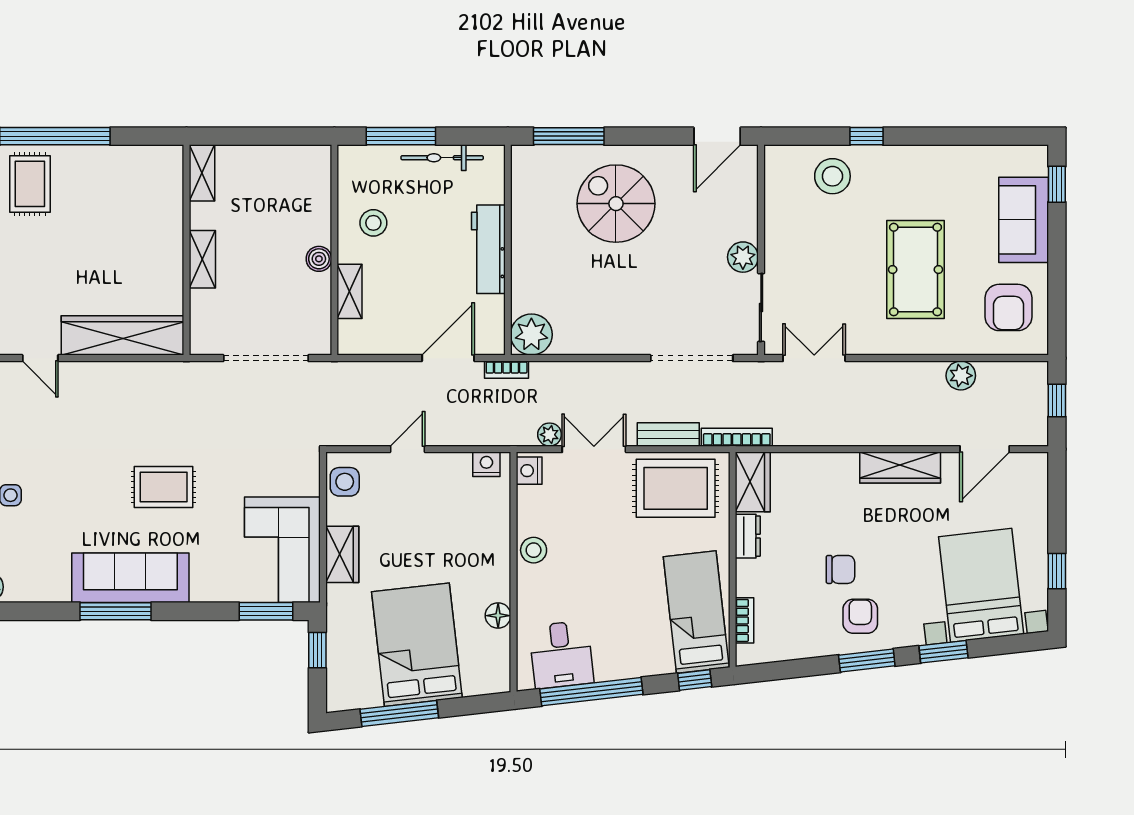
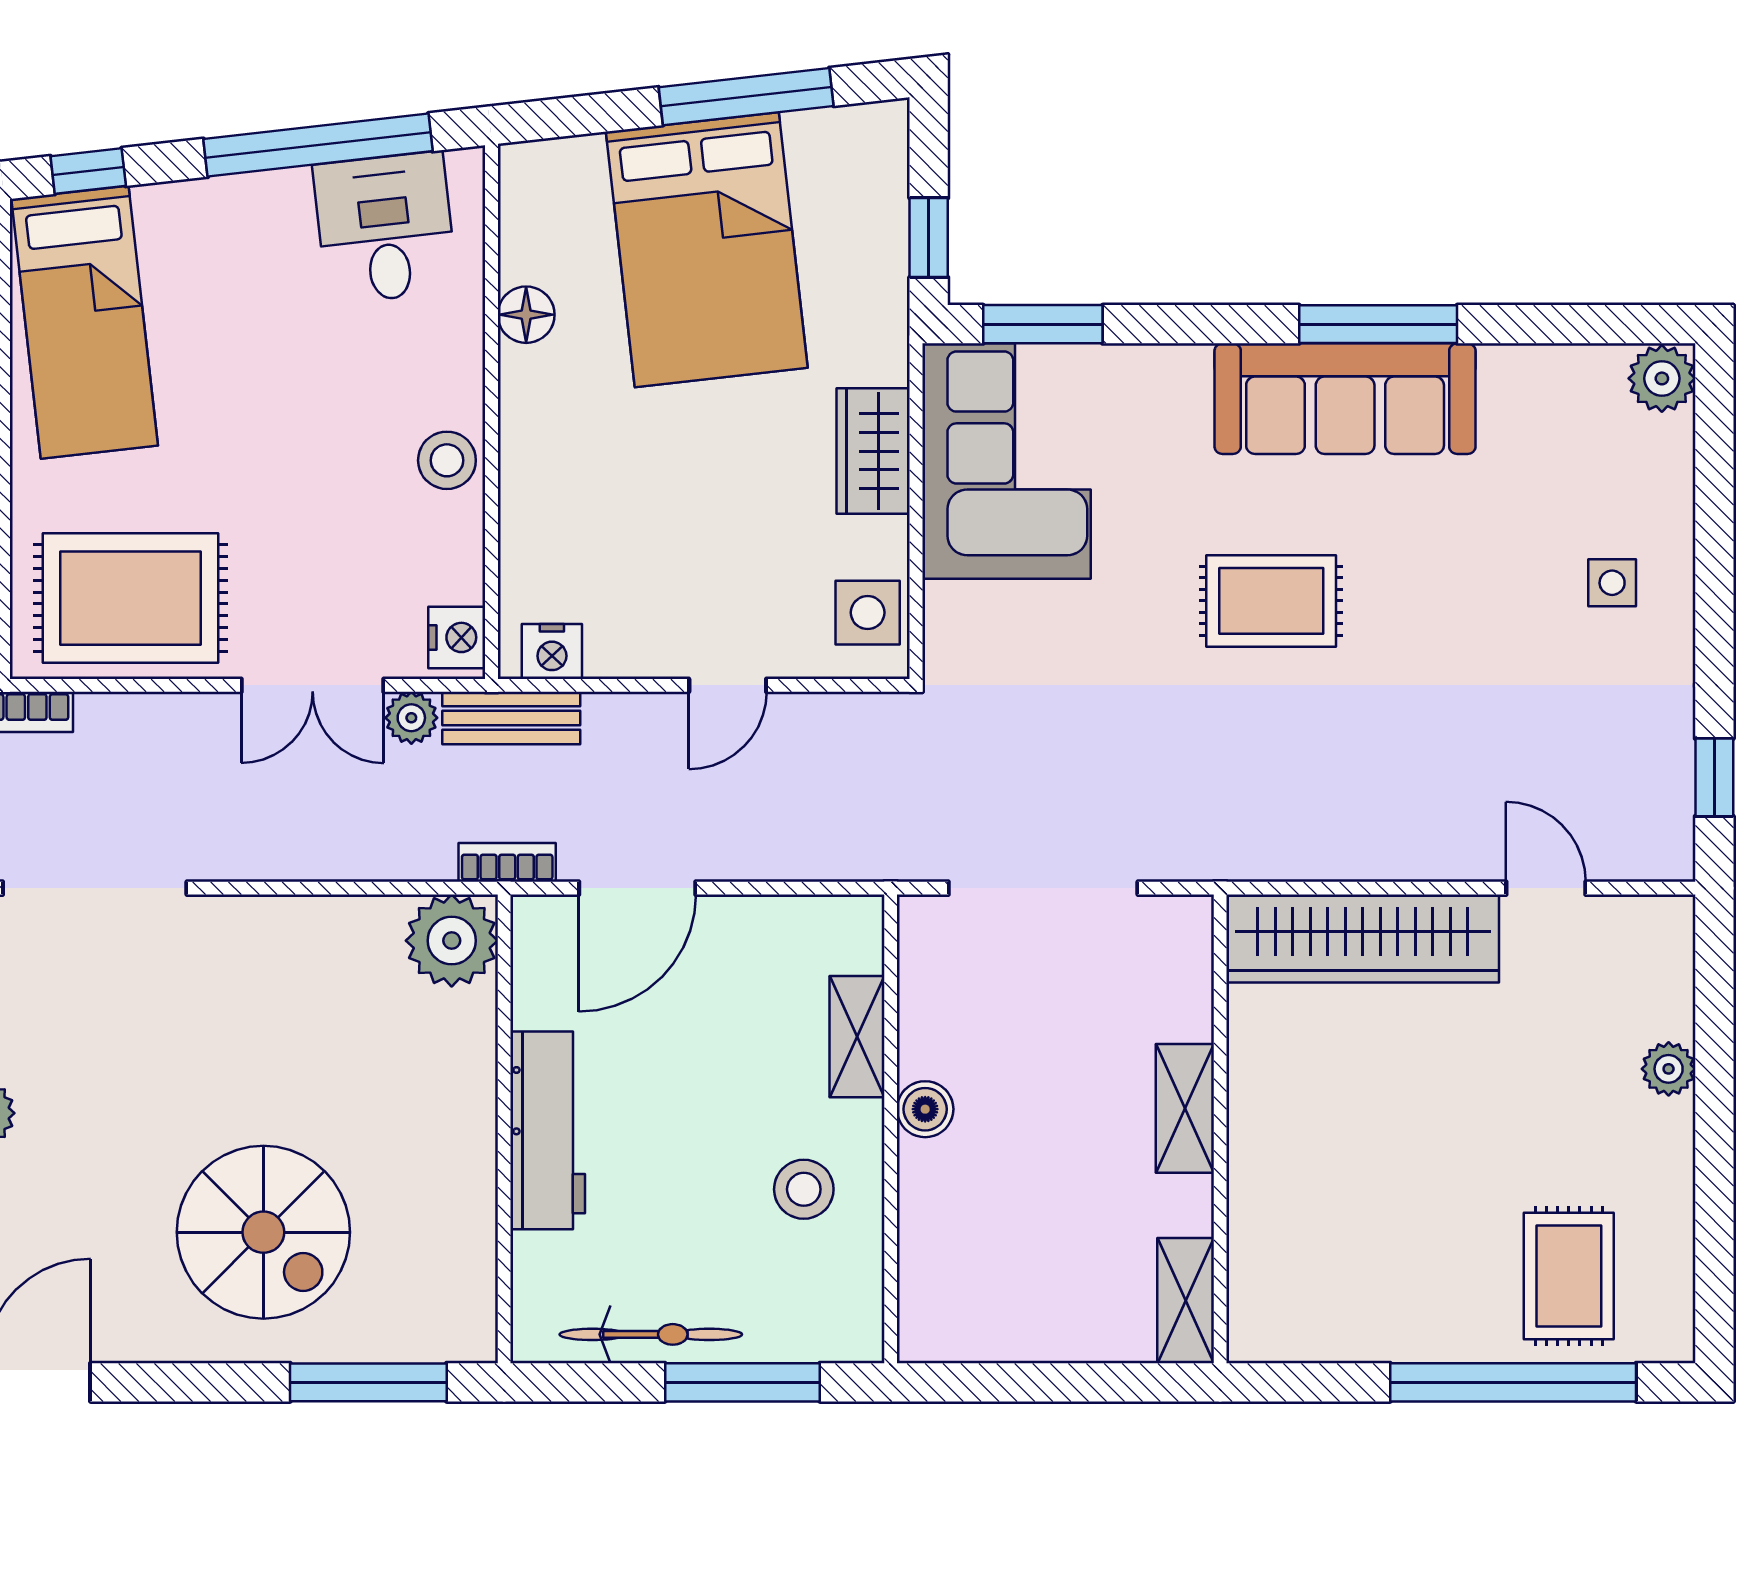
bench: (668, 434) -> (511, 718), moved

